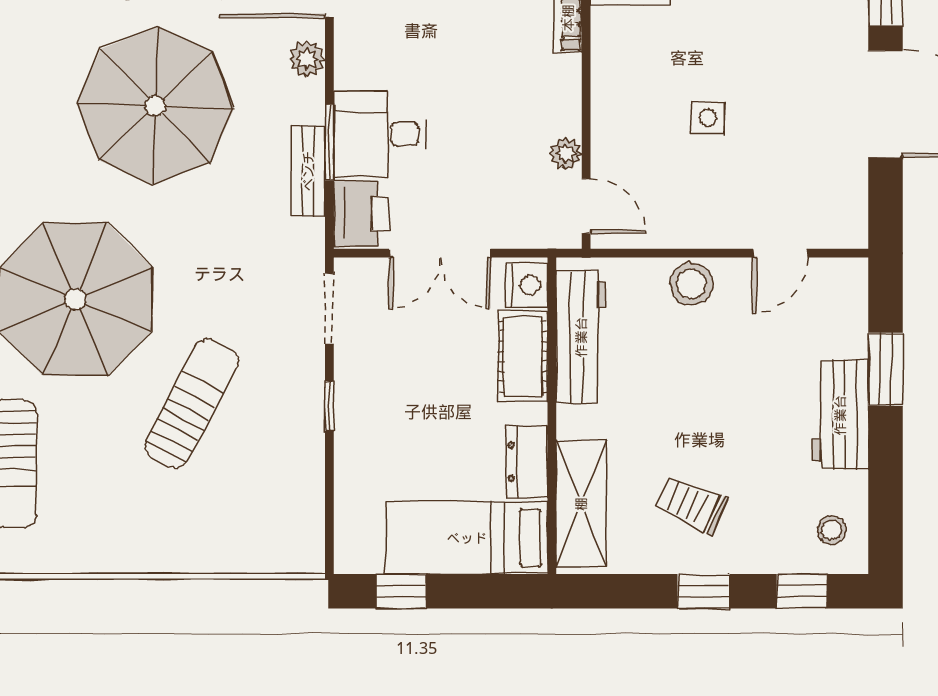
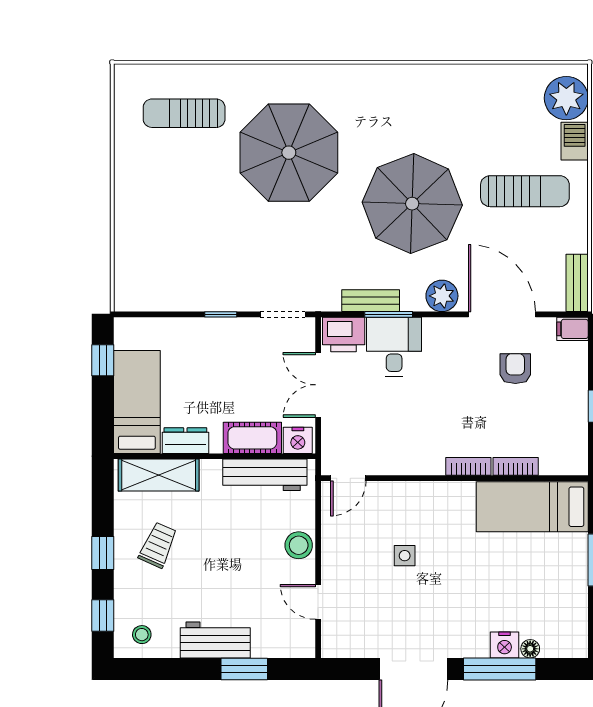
plant: (307, 59) -> (442, 296), width x1.38, depth x1.38
plant: (566, 154) -> (382, 465), removed
sun lounger: (192, 403) -> (223, 227), removed

